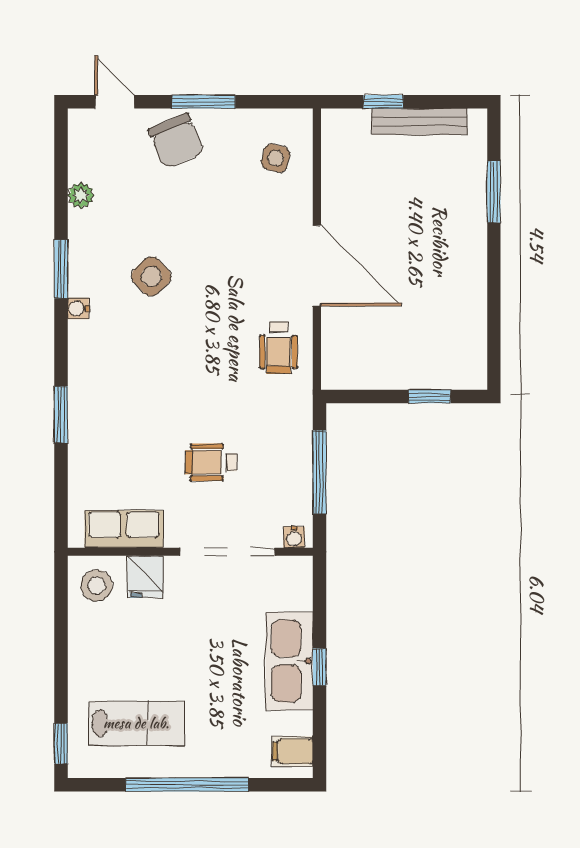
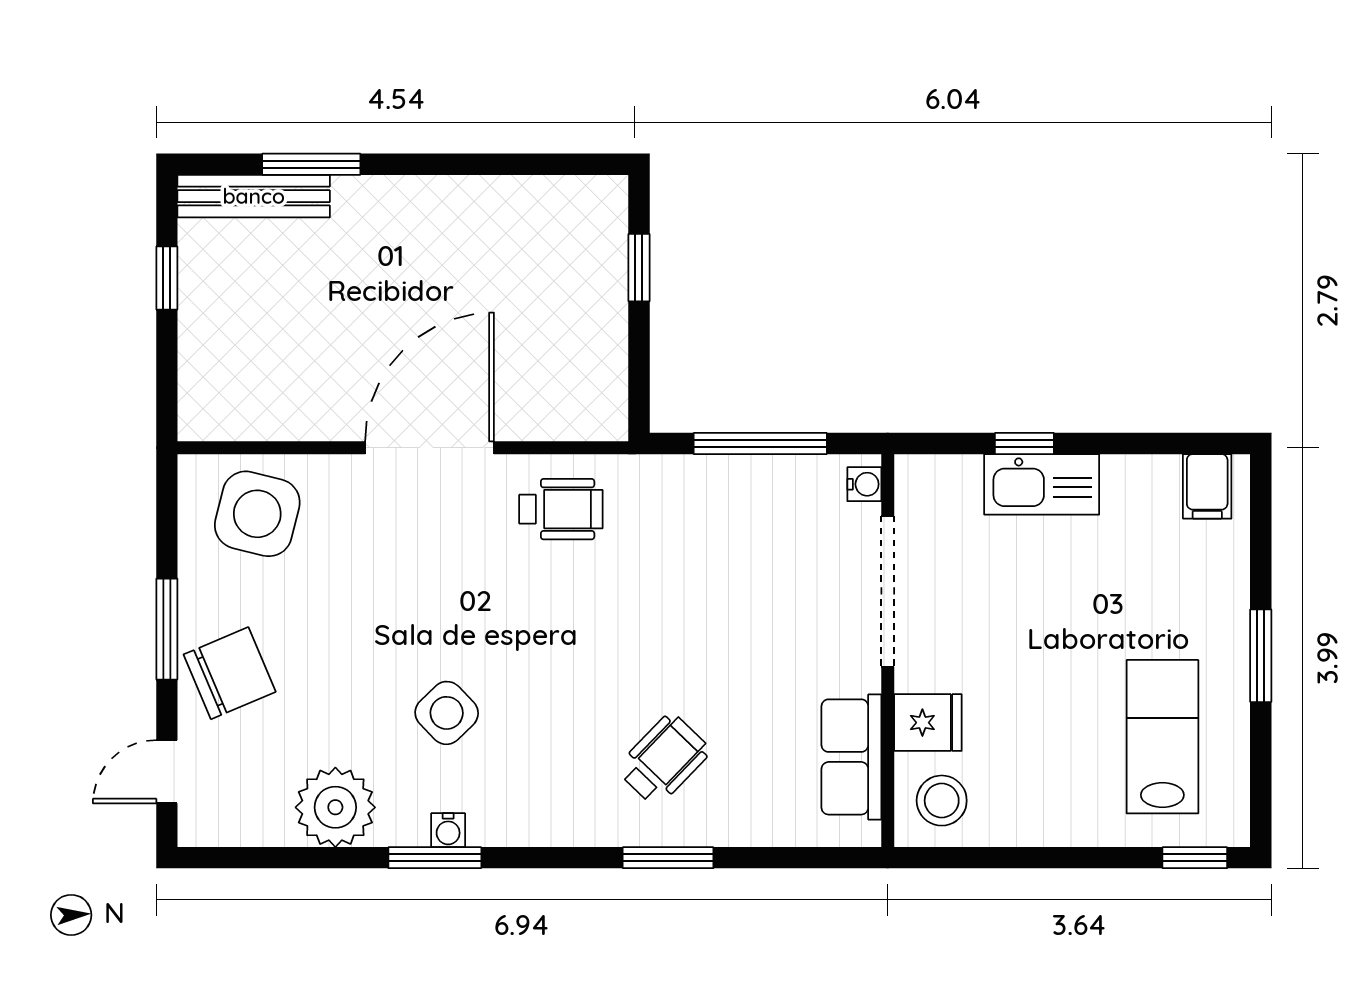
window: (383, 102) -> (167, 278), moved
bench: (419, 122) -> (254, 196), moved, turned 90
side table: (276, 158) -> (257, 514), width x1.87, depth x1.87
plant: (81, 195) -> (335, 807), width x1.87, depth x1.87
water cooler: (78, 309) -> (448, 830), moved
wheelchair: (211, 462) -> (664, 760), moved, turned -136
kitchen sink: (289, 661) -> (1042, 484), width x0.73, depth x0.81
window: (320, 667) -> (1024, 444), moved
window: (187, 785) -> (1261, 656), width x0.47

